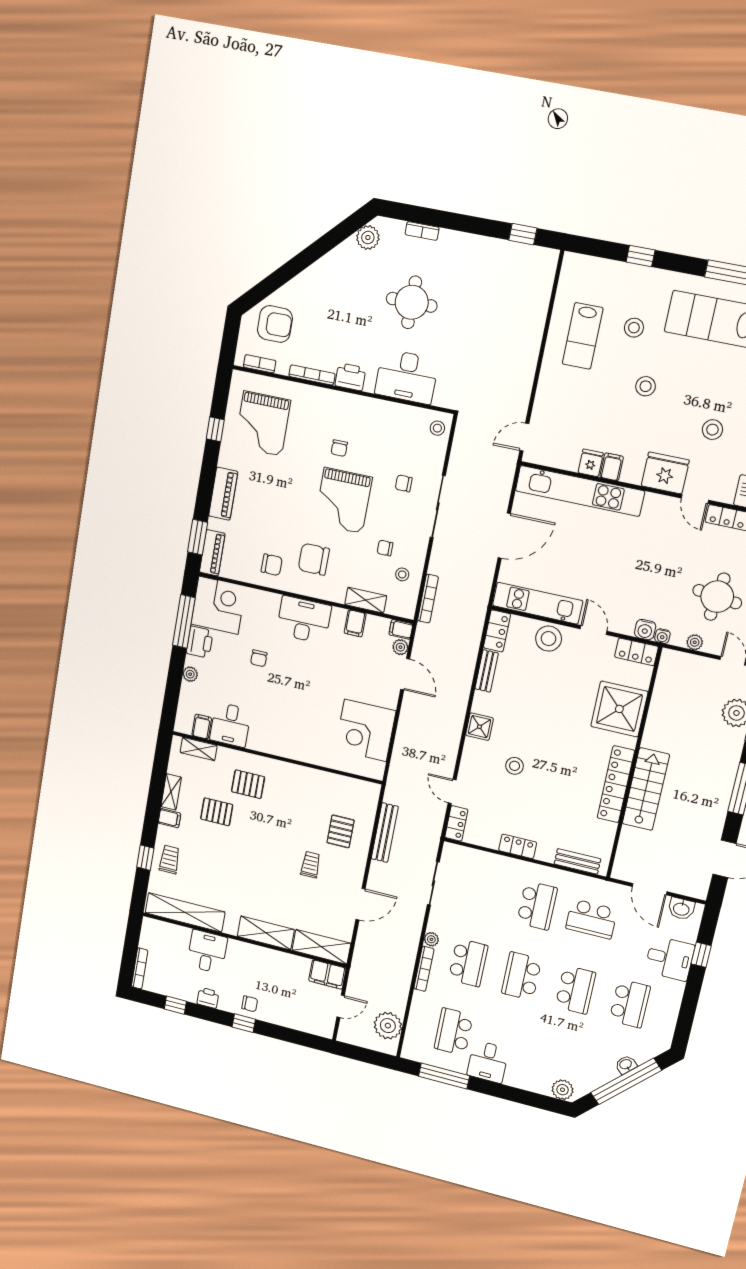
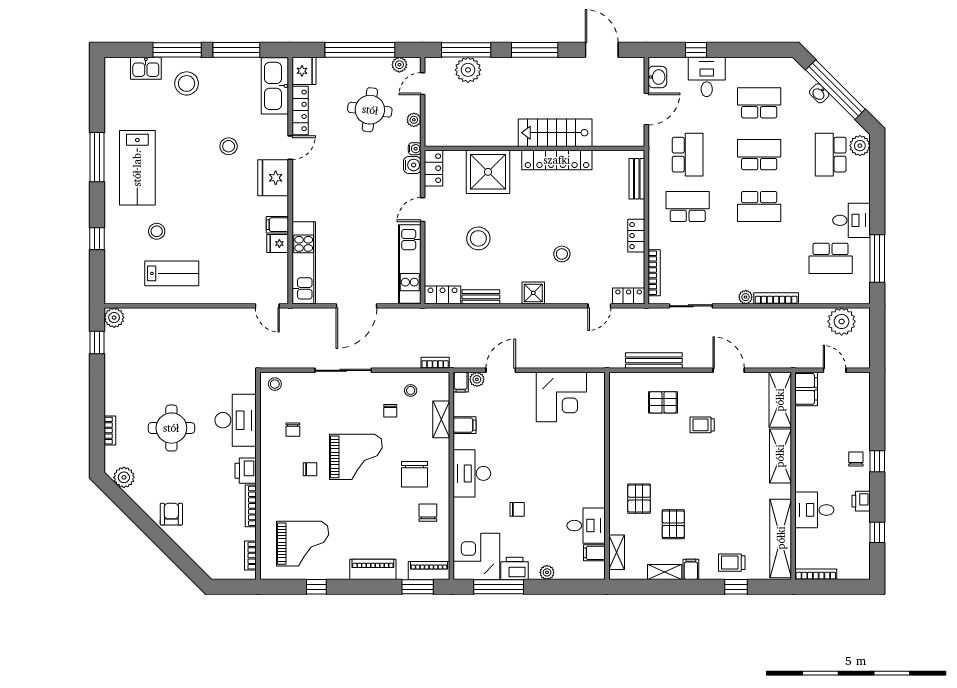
plant: (547, 259) -> (114, 318), added
armchair: (275, 324) -> (171, 514), moved, width x0.72, depth x0.72
stool: (646, 386) -> (203, 211), removed
chair: (404, 483) -> (293, 430), moved
kitchen unit: (580, 491) -> (304, 263), width x0.73
door: (504, 536) -> (356, 306), swing flipped
bookcase: (428, 599) -> (435, 363), width x0.64
stool: (548, 639) -> (478, 238), moved
bookcase: (475, 855) -> (654, 273), added
school desk: (468, 963) -> (831, 155), moved, turned -90
bookcase: (140, 968) -> (816, 574), moved

